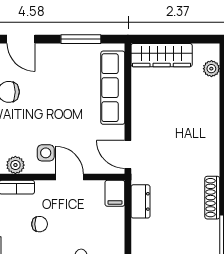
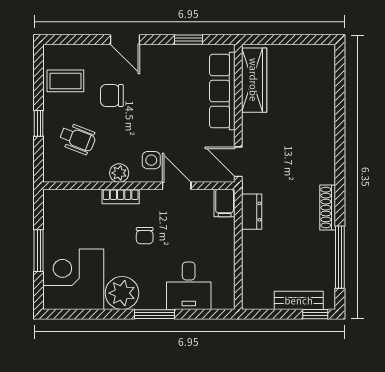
window: (81, 39) -> (188, 40), width x0.67
wardrobe: (162, 55) -> (254, 80), moved, turned -90
plant: (211, 69) -> (327, 71), removed
chair: (40, 224) -> (145, 236), turned 90

